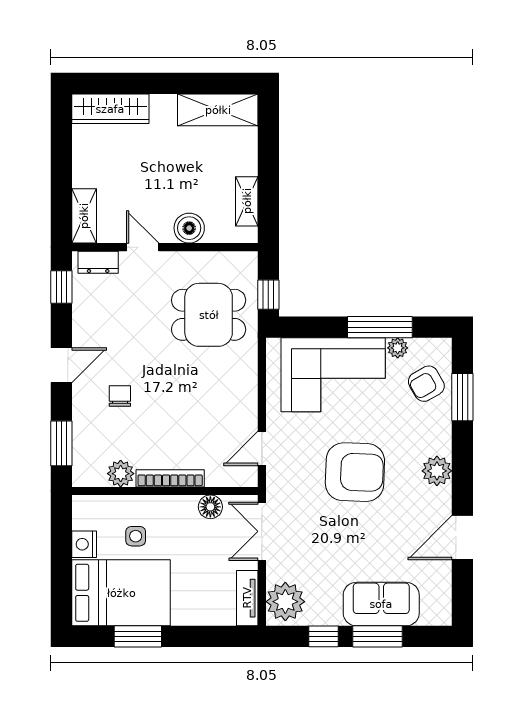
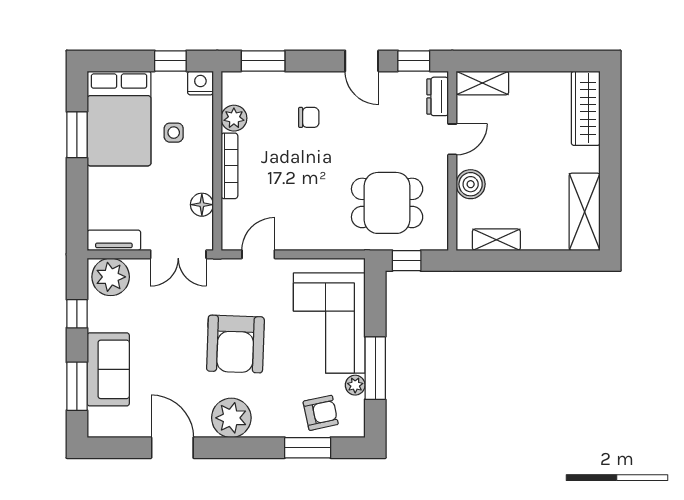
dining table: (209, 315) -> (387, 203), turned 90
door: (61, 365) -> (362, 61), moved
armchair: (426, 384) -> (321, 413), turned 108
door: (262, 448) -> (258, 254), hinge flipped
plant: (437, 471) -> (231, 418), width x1.36, depth x1.36
double door: (262, 531) -> (178, 254), swing flipped
window: (61, 539) -> (170, 61), added
nightstand: (84, 544) -> (200, 83), moved
window: (377, 636) -> (77, 386), moved

